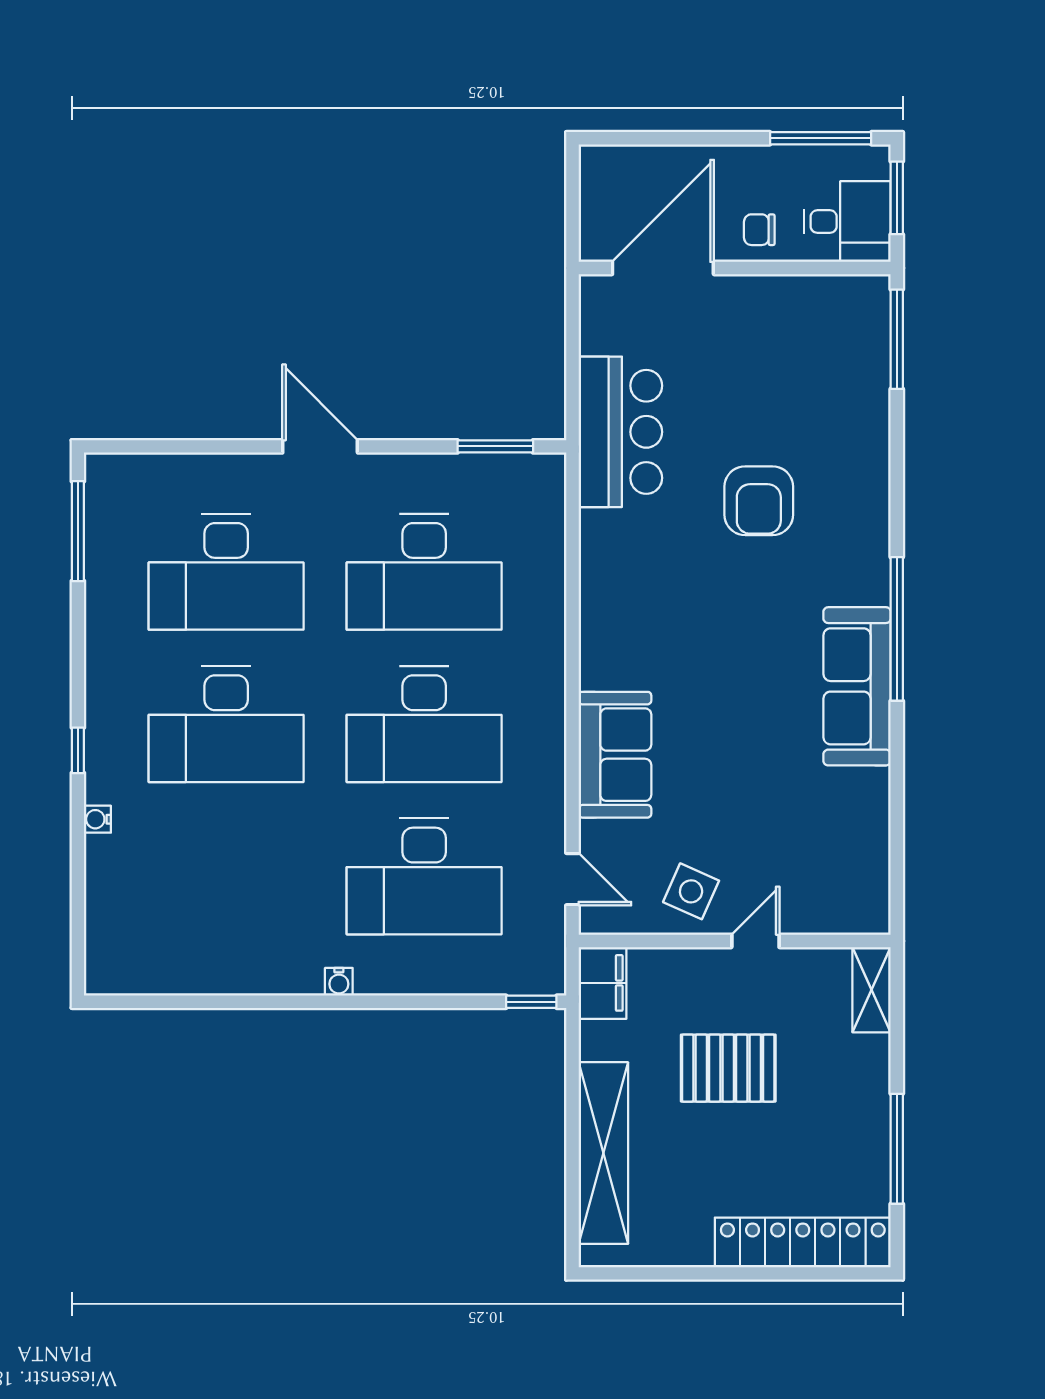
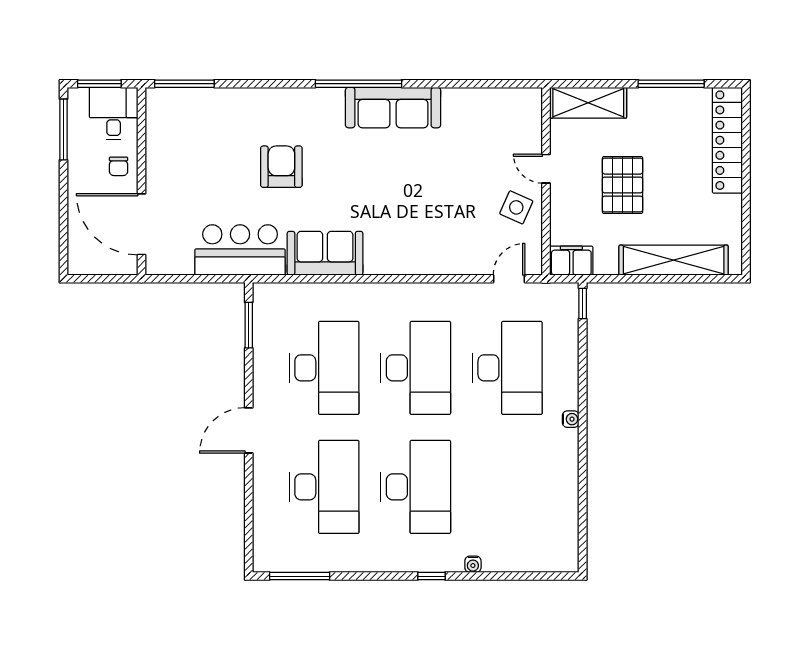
armchair: (759, 501) -> (281, 167), turned -90
sofa: (615, 755) -> (325, 253), moved
shelving: (872, 990) -> (588, 103), width x1.50, depth x1.33

